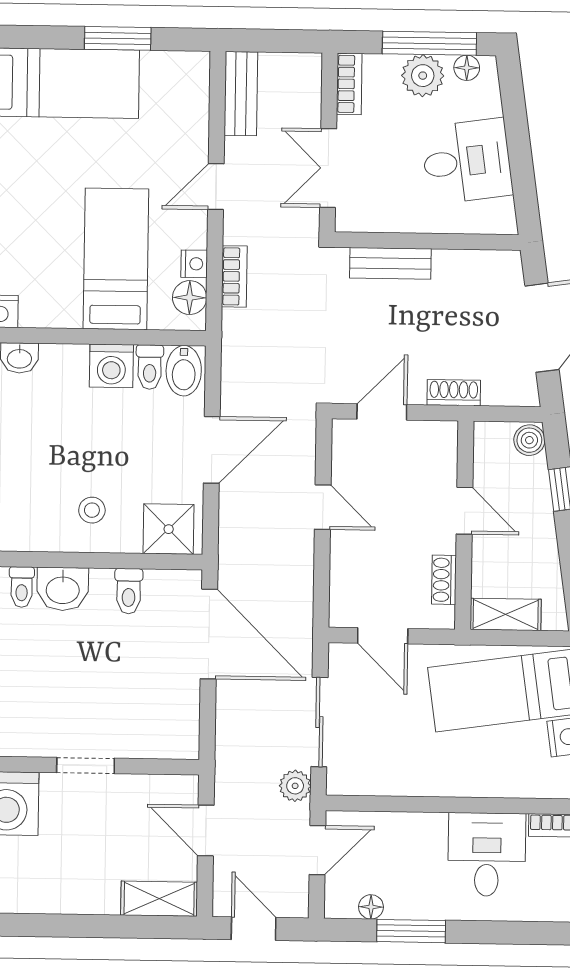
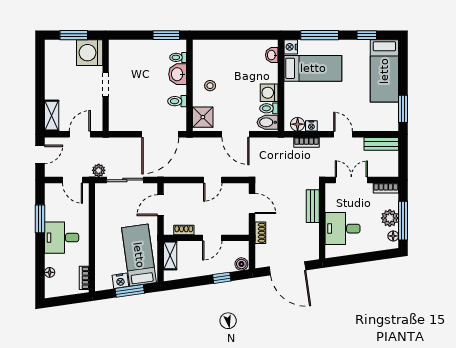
window: (118, 38) -> (403, 109), moved
desk: (467, 161) -> (343, 229), moved, turned 98
bed: (116, 259) -> (313, 68), moved
desk: (487, 854) -> (62, 238), moved, turned 180
floor lamp: (371, 907) -> (50, 272), moved

